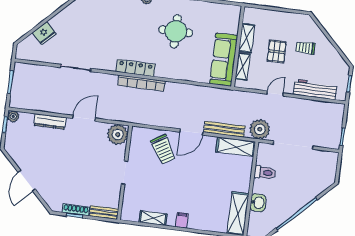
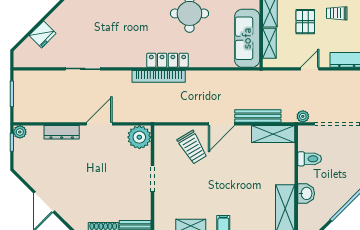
locker: (136, 68) -> (167, 60), moved
plant: (260, 129) -> (303, 116), width x0.53, depth x0.53

